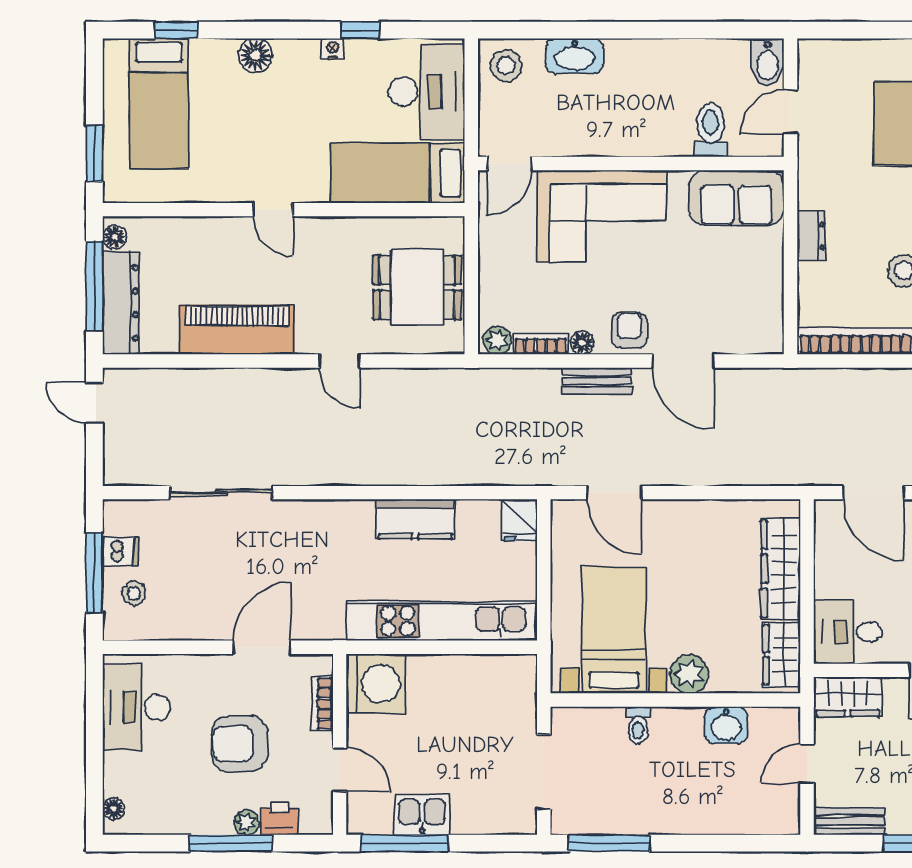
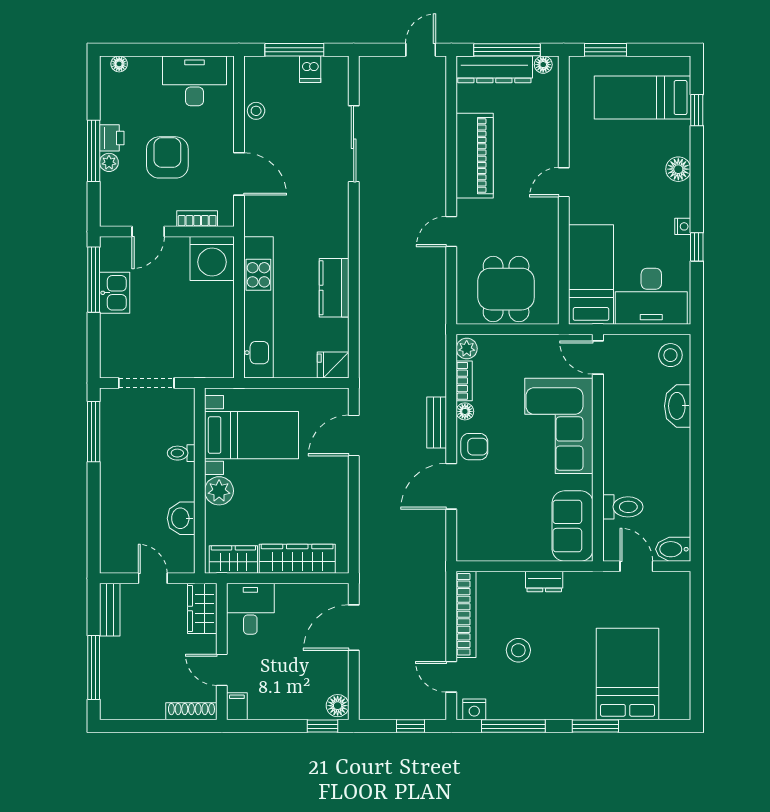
stool: (134, 593) -> (256, 111), moved
printer: (279, 819) -> (112, 138), moved

